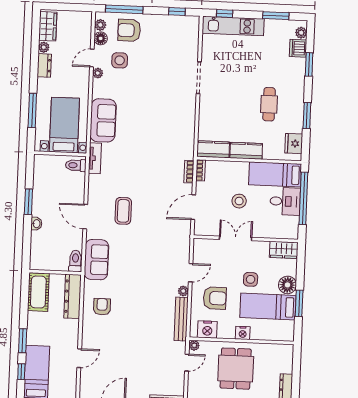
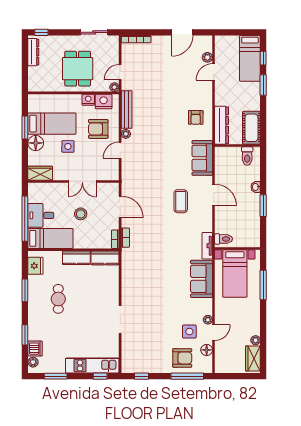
plant: (100, 25) -> (207, 57), moved
dresser: (44, 65) -> (255, 324), removed
door: (193, 207) -> (120, 207), hinge flipped
toilet: (75, 261) -> (247, 156), moved
nightstand: (243, 333) -> (88, 100), moved

